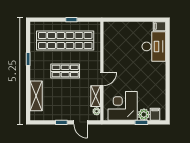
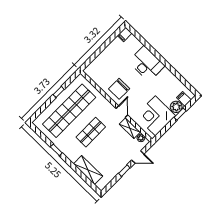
desk: (154, 46) -> (147, 64), moved
chair: (116, 61) -> (119, 89), added

